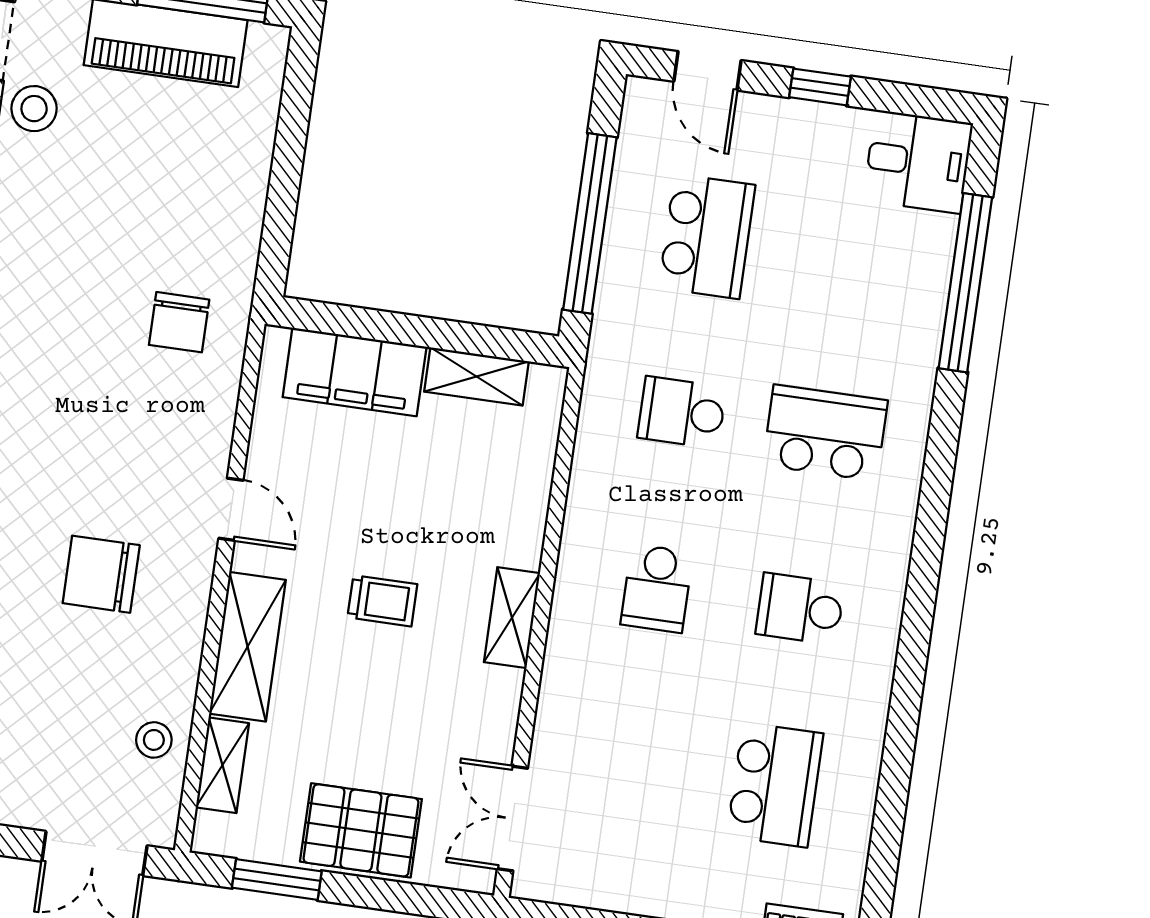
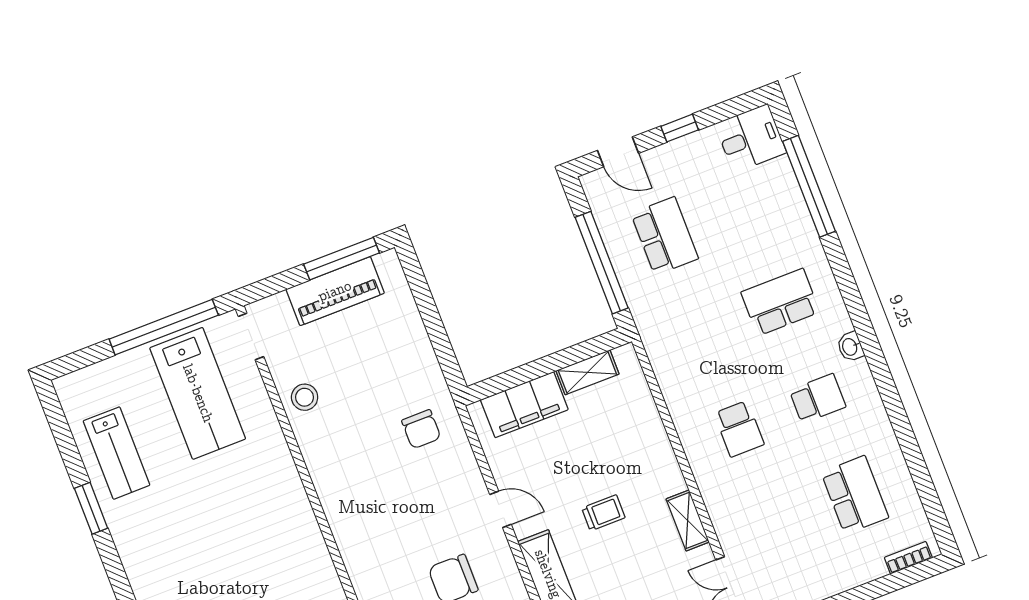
stool: (34, 109) -> (305, 397), moved
school desk: (682, 412) -> (702, 332), removed
washbasin: (893, 559) -> (850, 347), added
school desk: (800, 609) -> (818, 398), turned 180
shelving: (512, 618) -> (688, 520), moved

